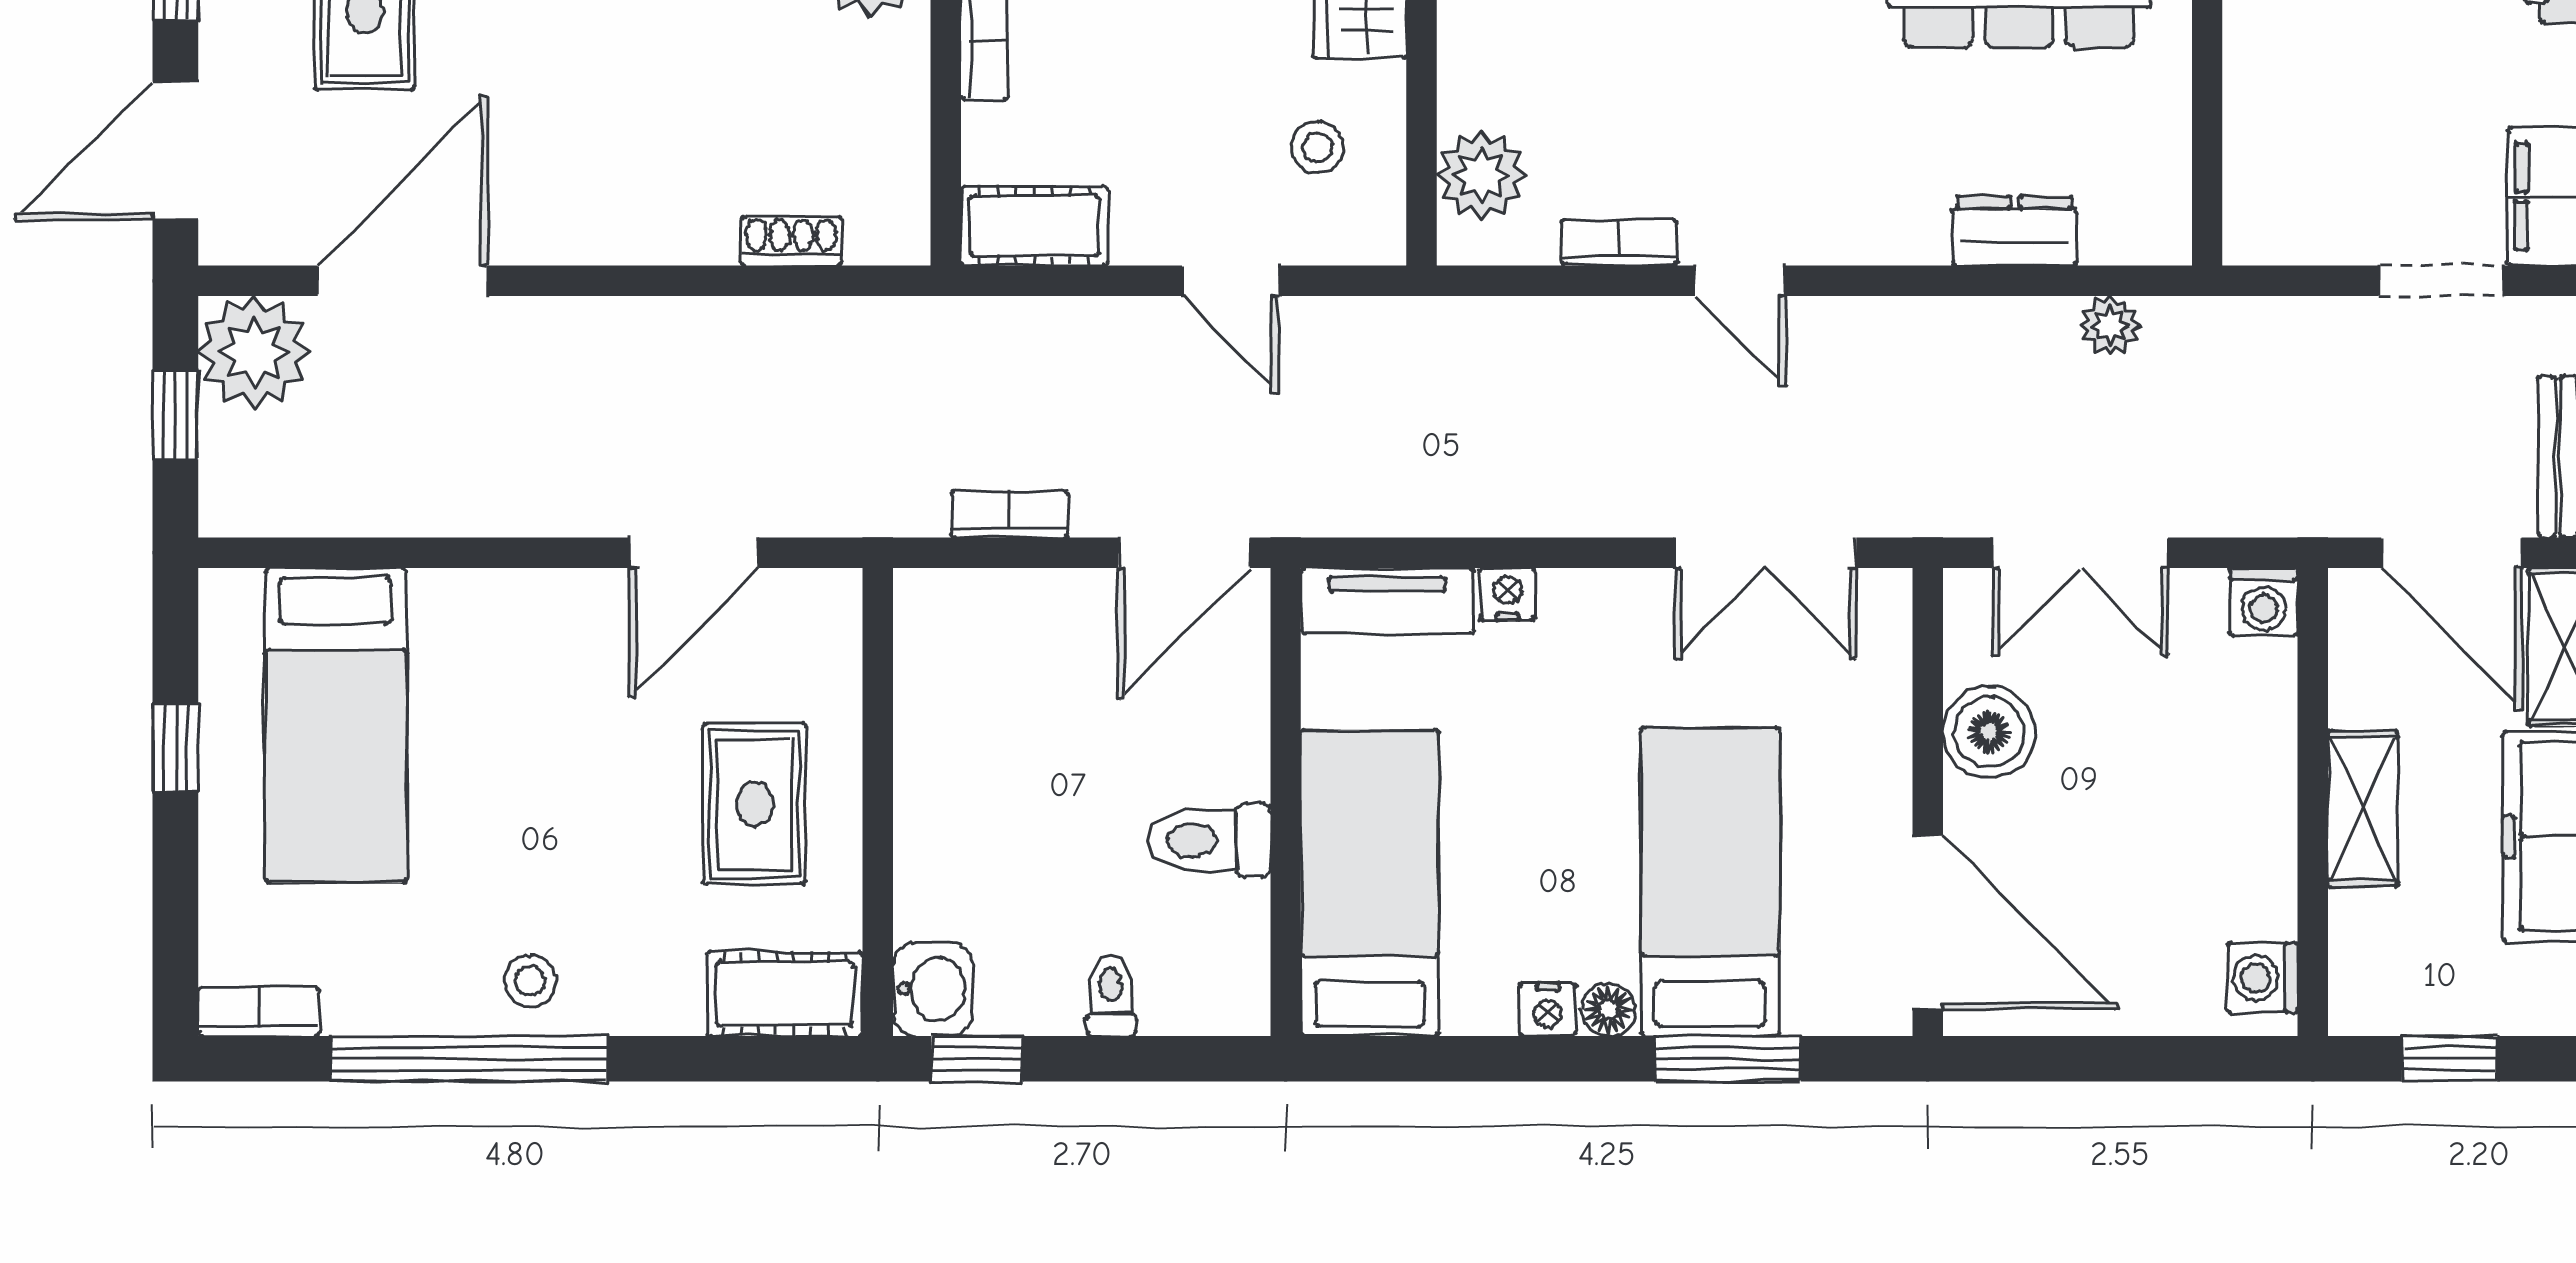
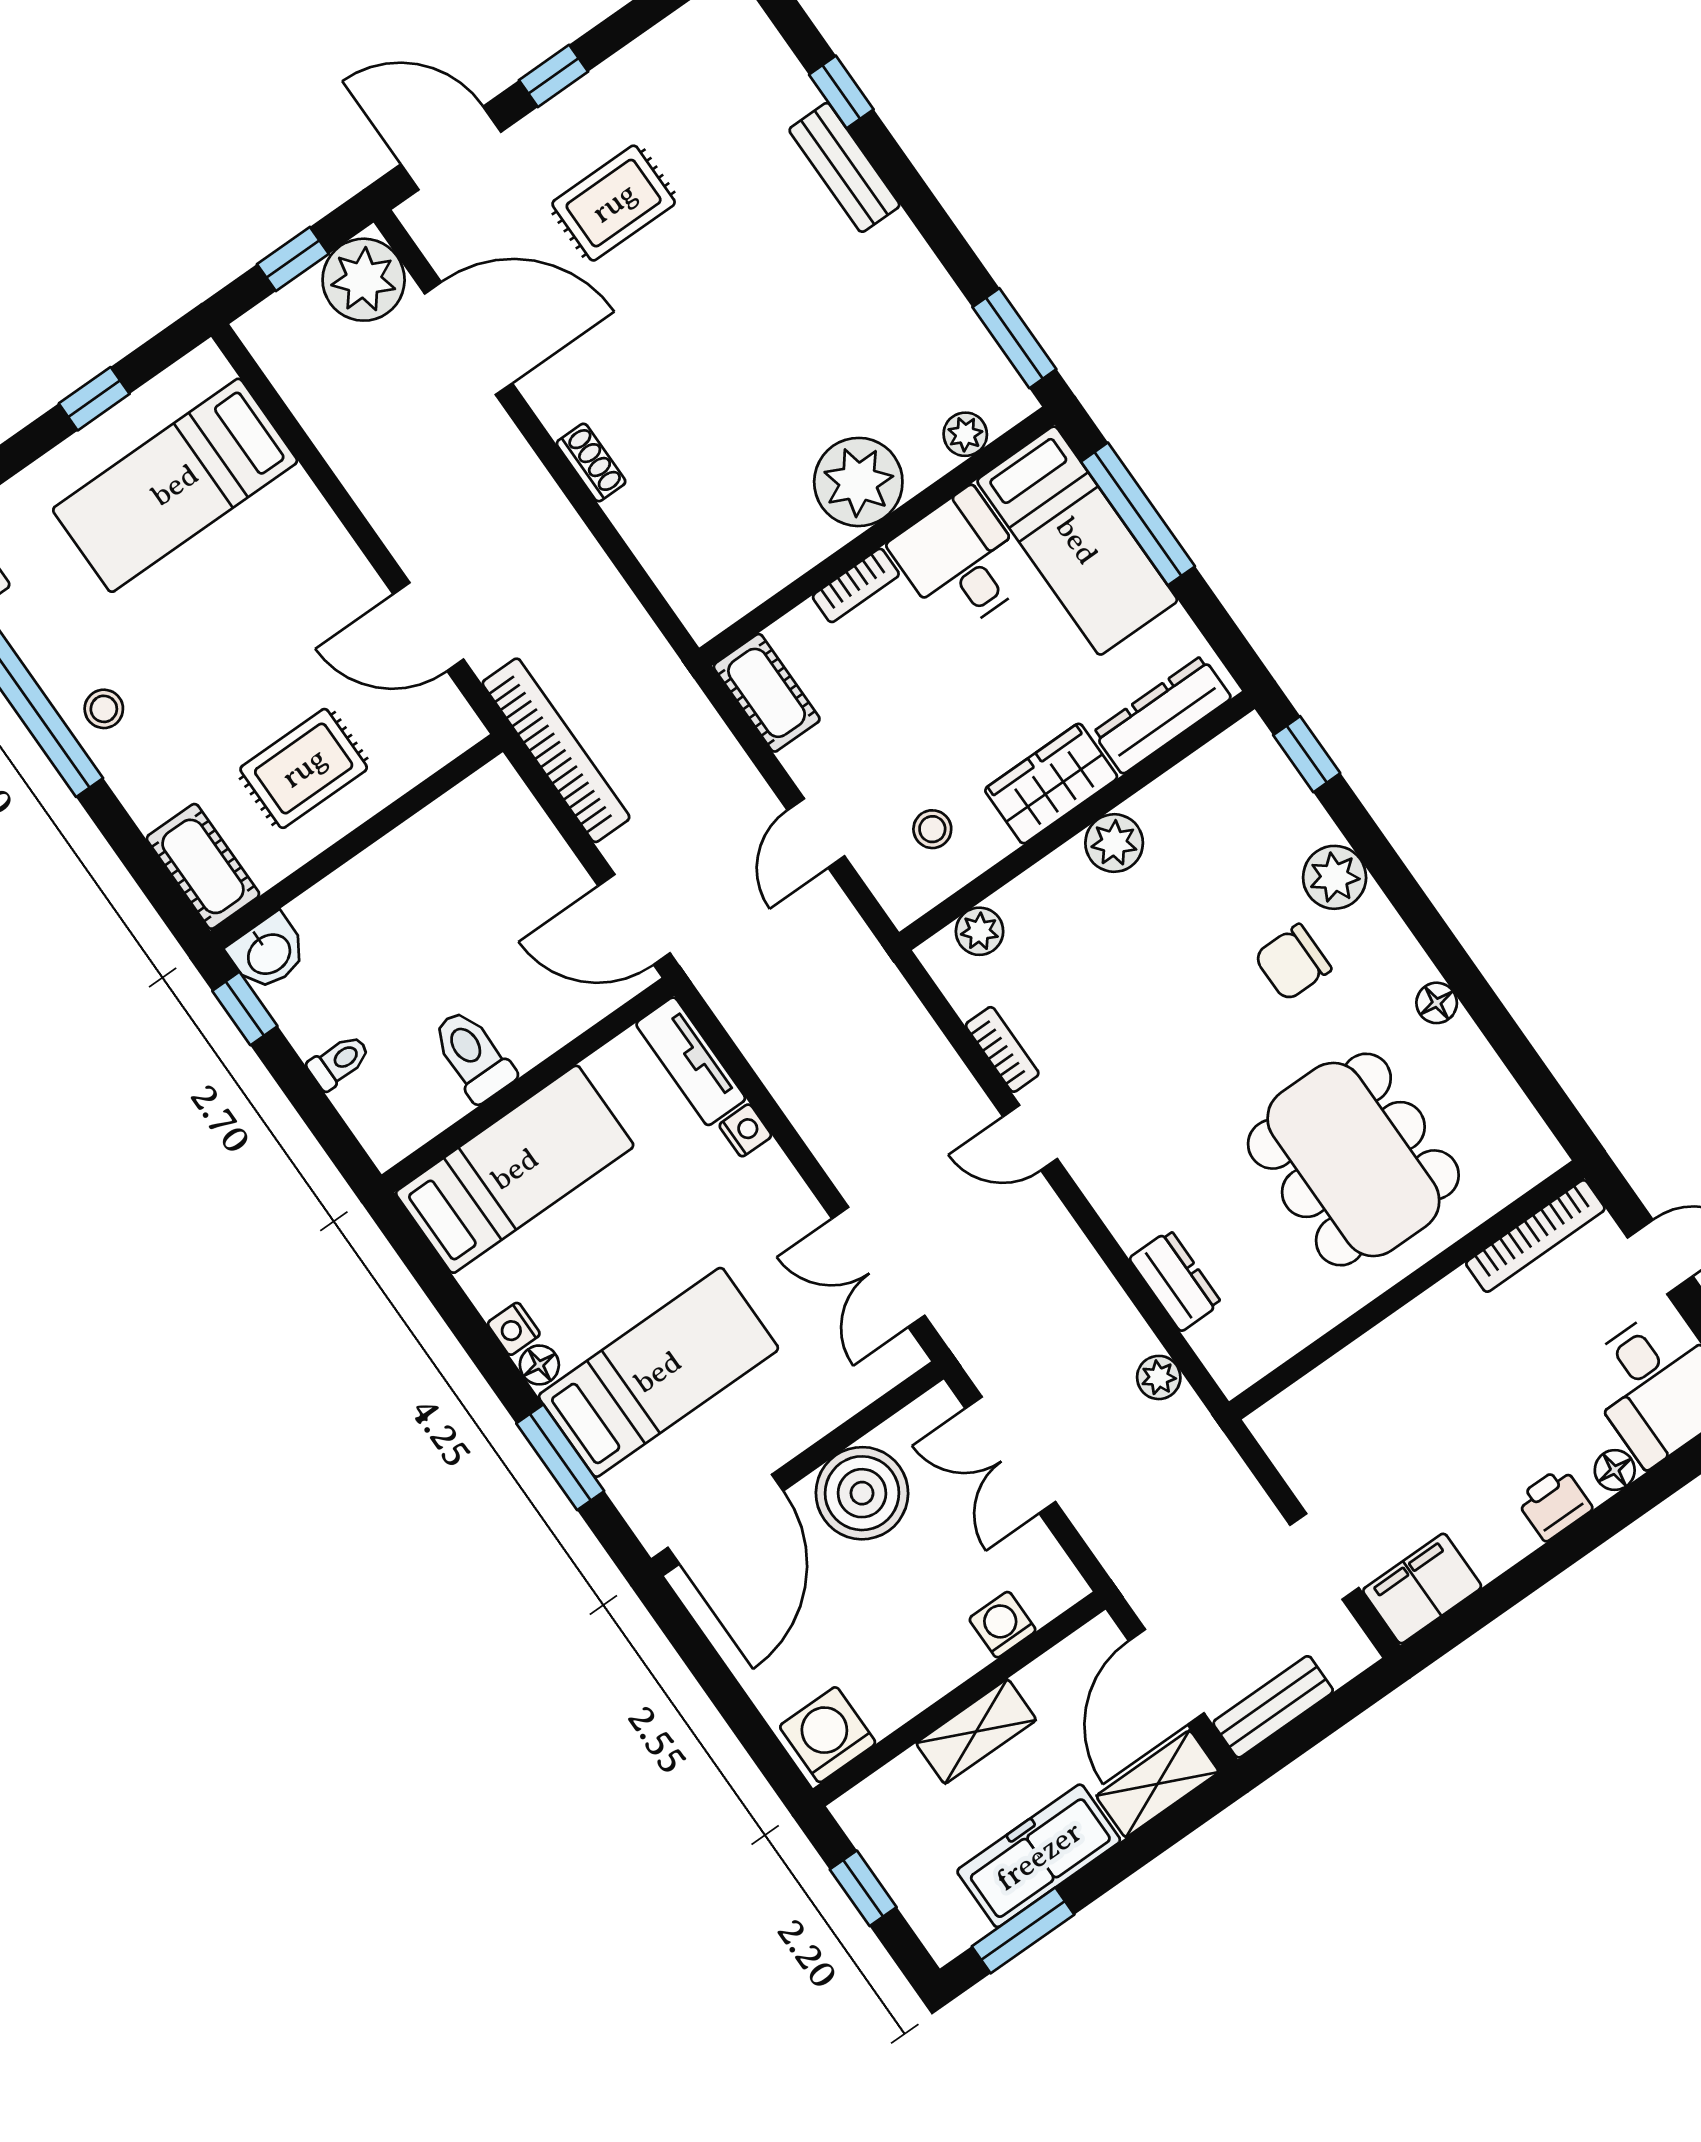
plant: (1481, 175) -> (980, 931), width x0.73, depth x0.73
shoe rack: (791, 241) -> (591, 463), moved
door: (1740, 281) -> (1030, 1138), hinge flipped
bookcase: (1009, 514) -> (556, 750), width x2.31, depth x1.31
washing machine: (2264, 602) -> (1003, 1625), moved, turned 90
boiler: (1989, 732) -> (862, 1493), width x1.37, depth x1.37
washing machine: (2263, 978) -> (828, 1735), width x1.38, depth x1.38

